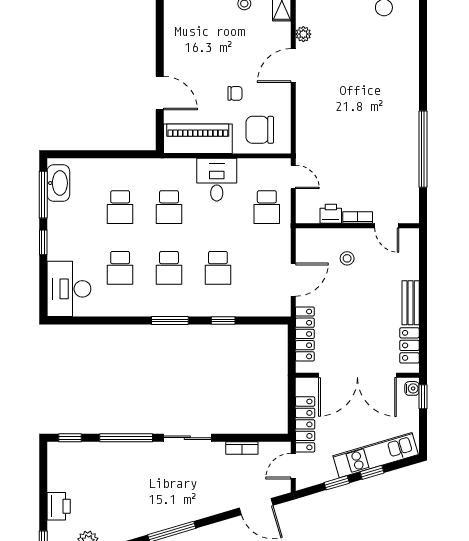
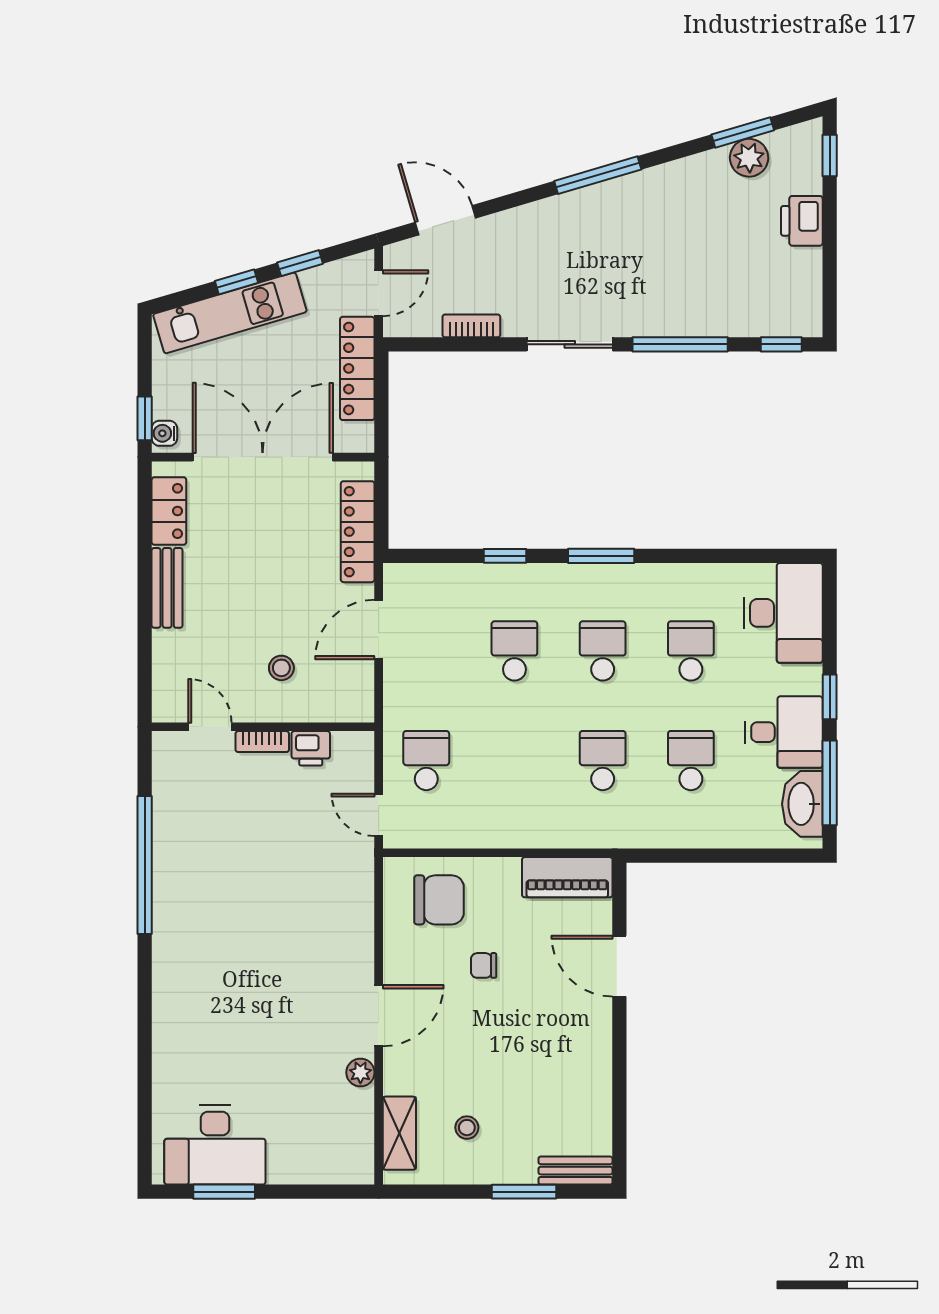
piano: (198, 139) -> (567, 877), width x0.73, depth x0.75
desk: (217, 180) -> (784, 732), moved, turned -90

